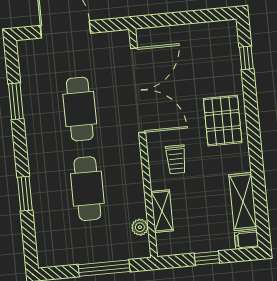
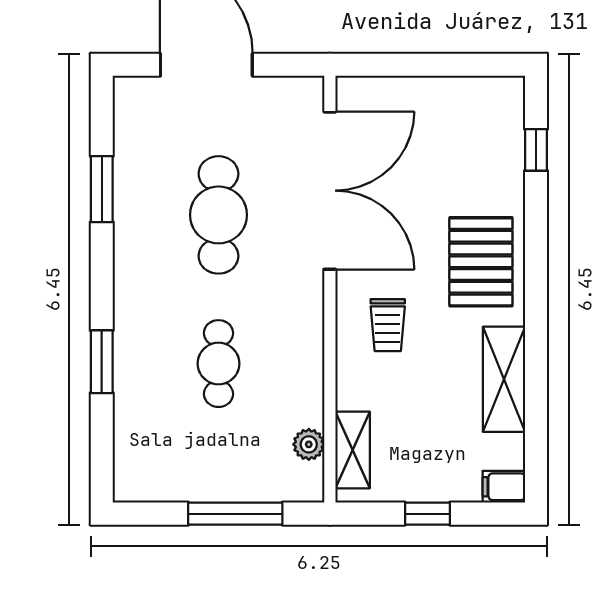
cafe table: (87, 189) -> (218, 364), width x0.73, depth x0.74
shelving: (243, 202) -> (504, 379), moved
shelving: (162, 211) -> (353, 450), moved

